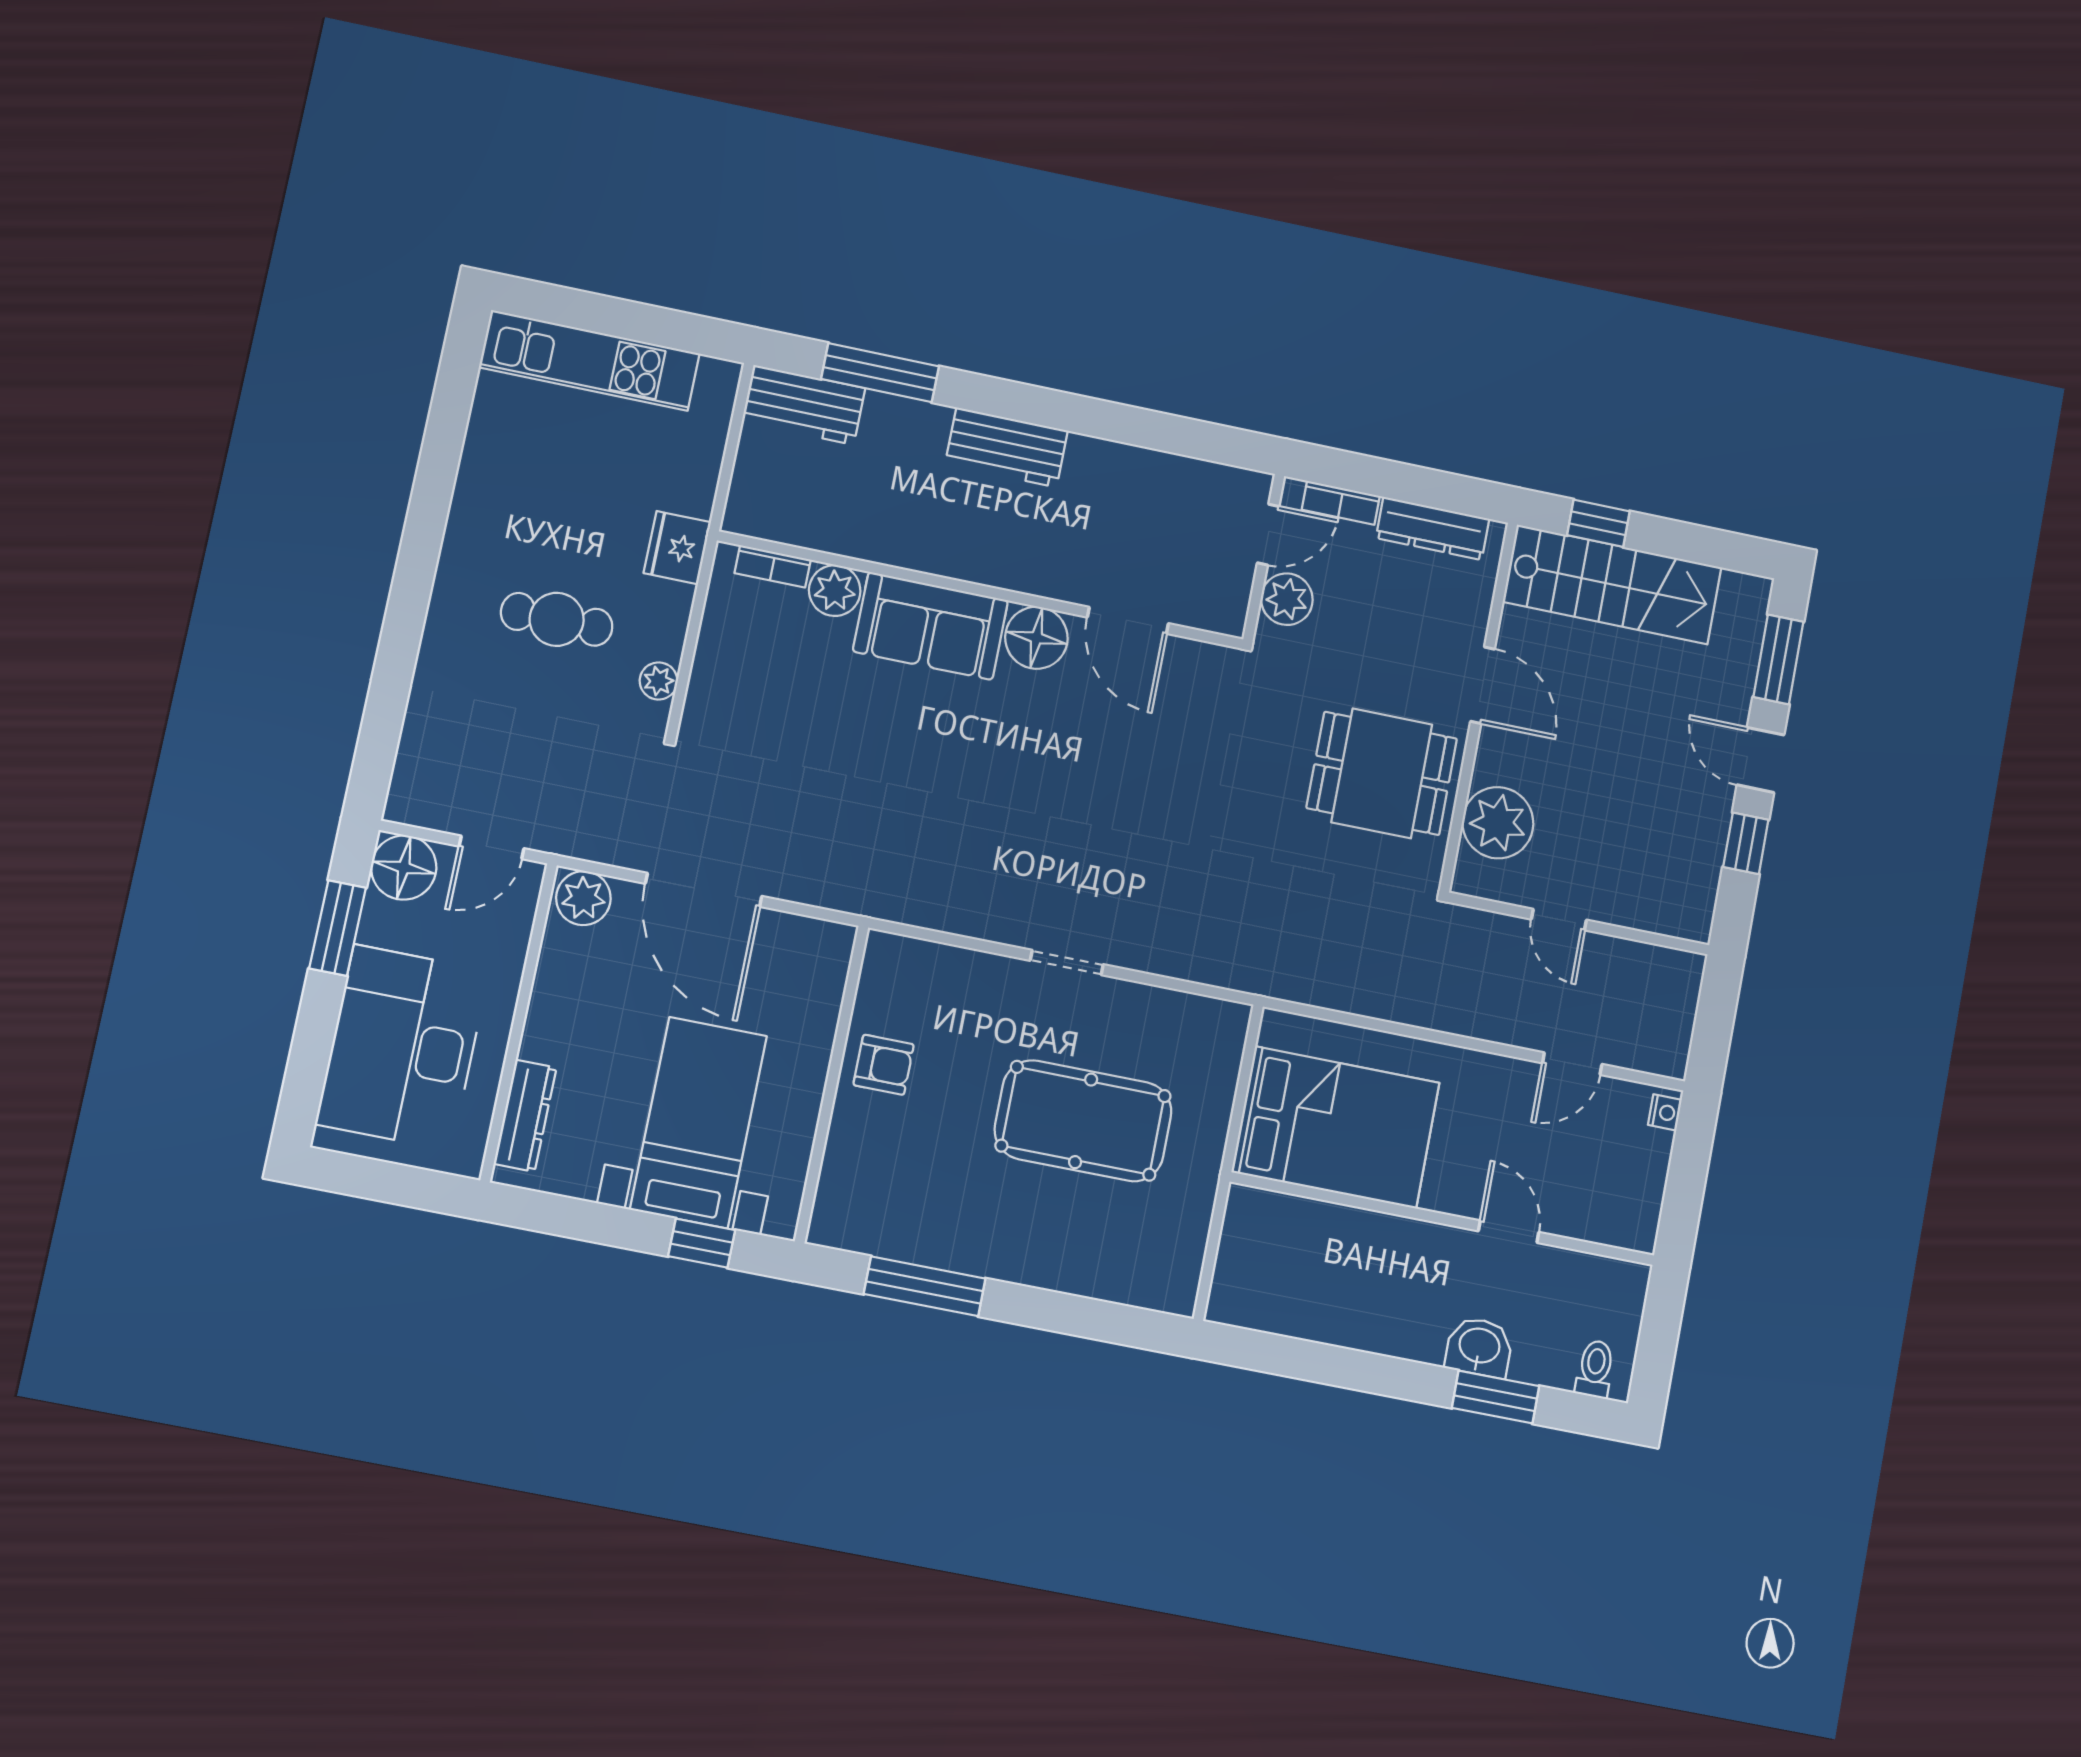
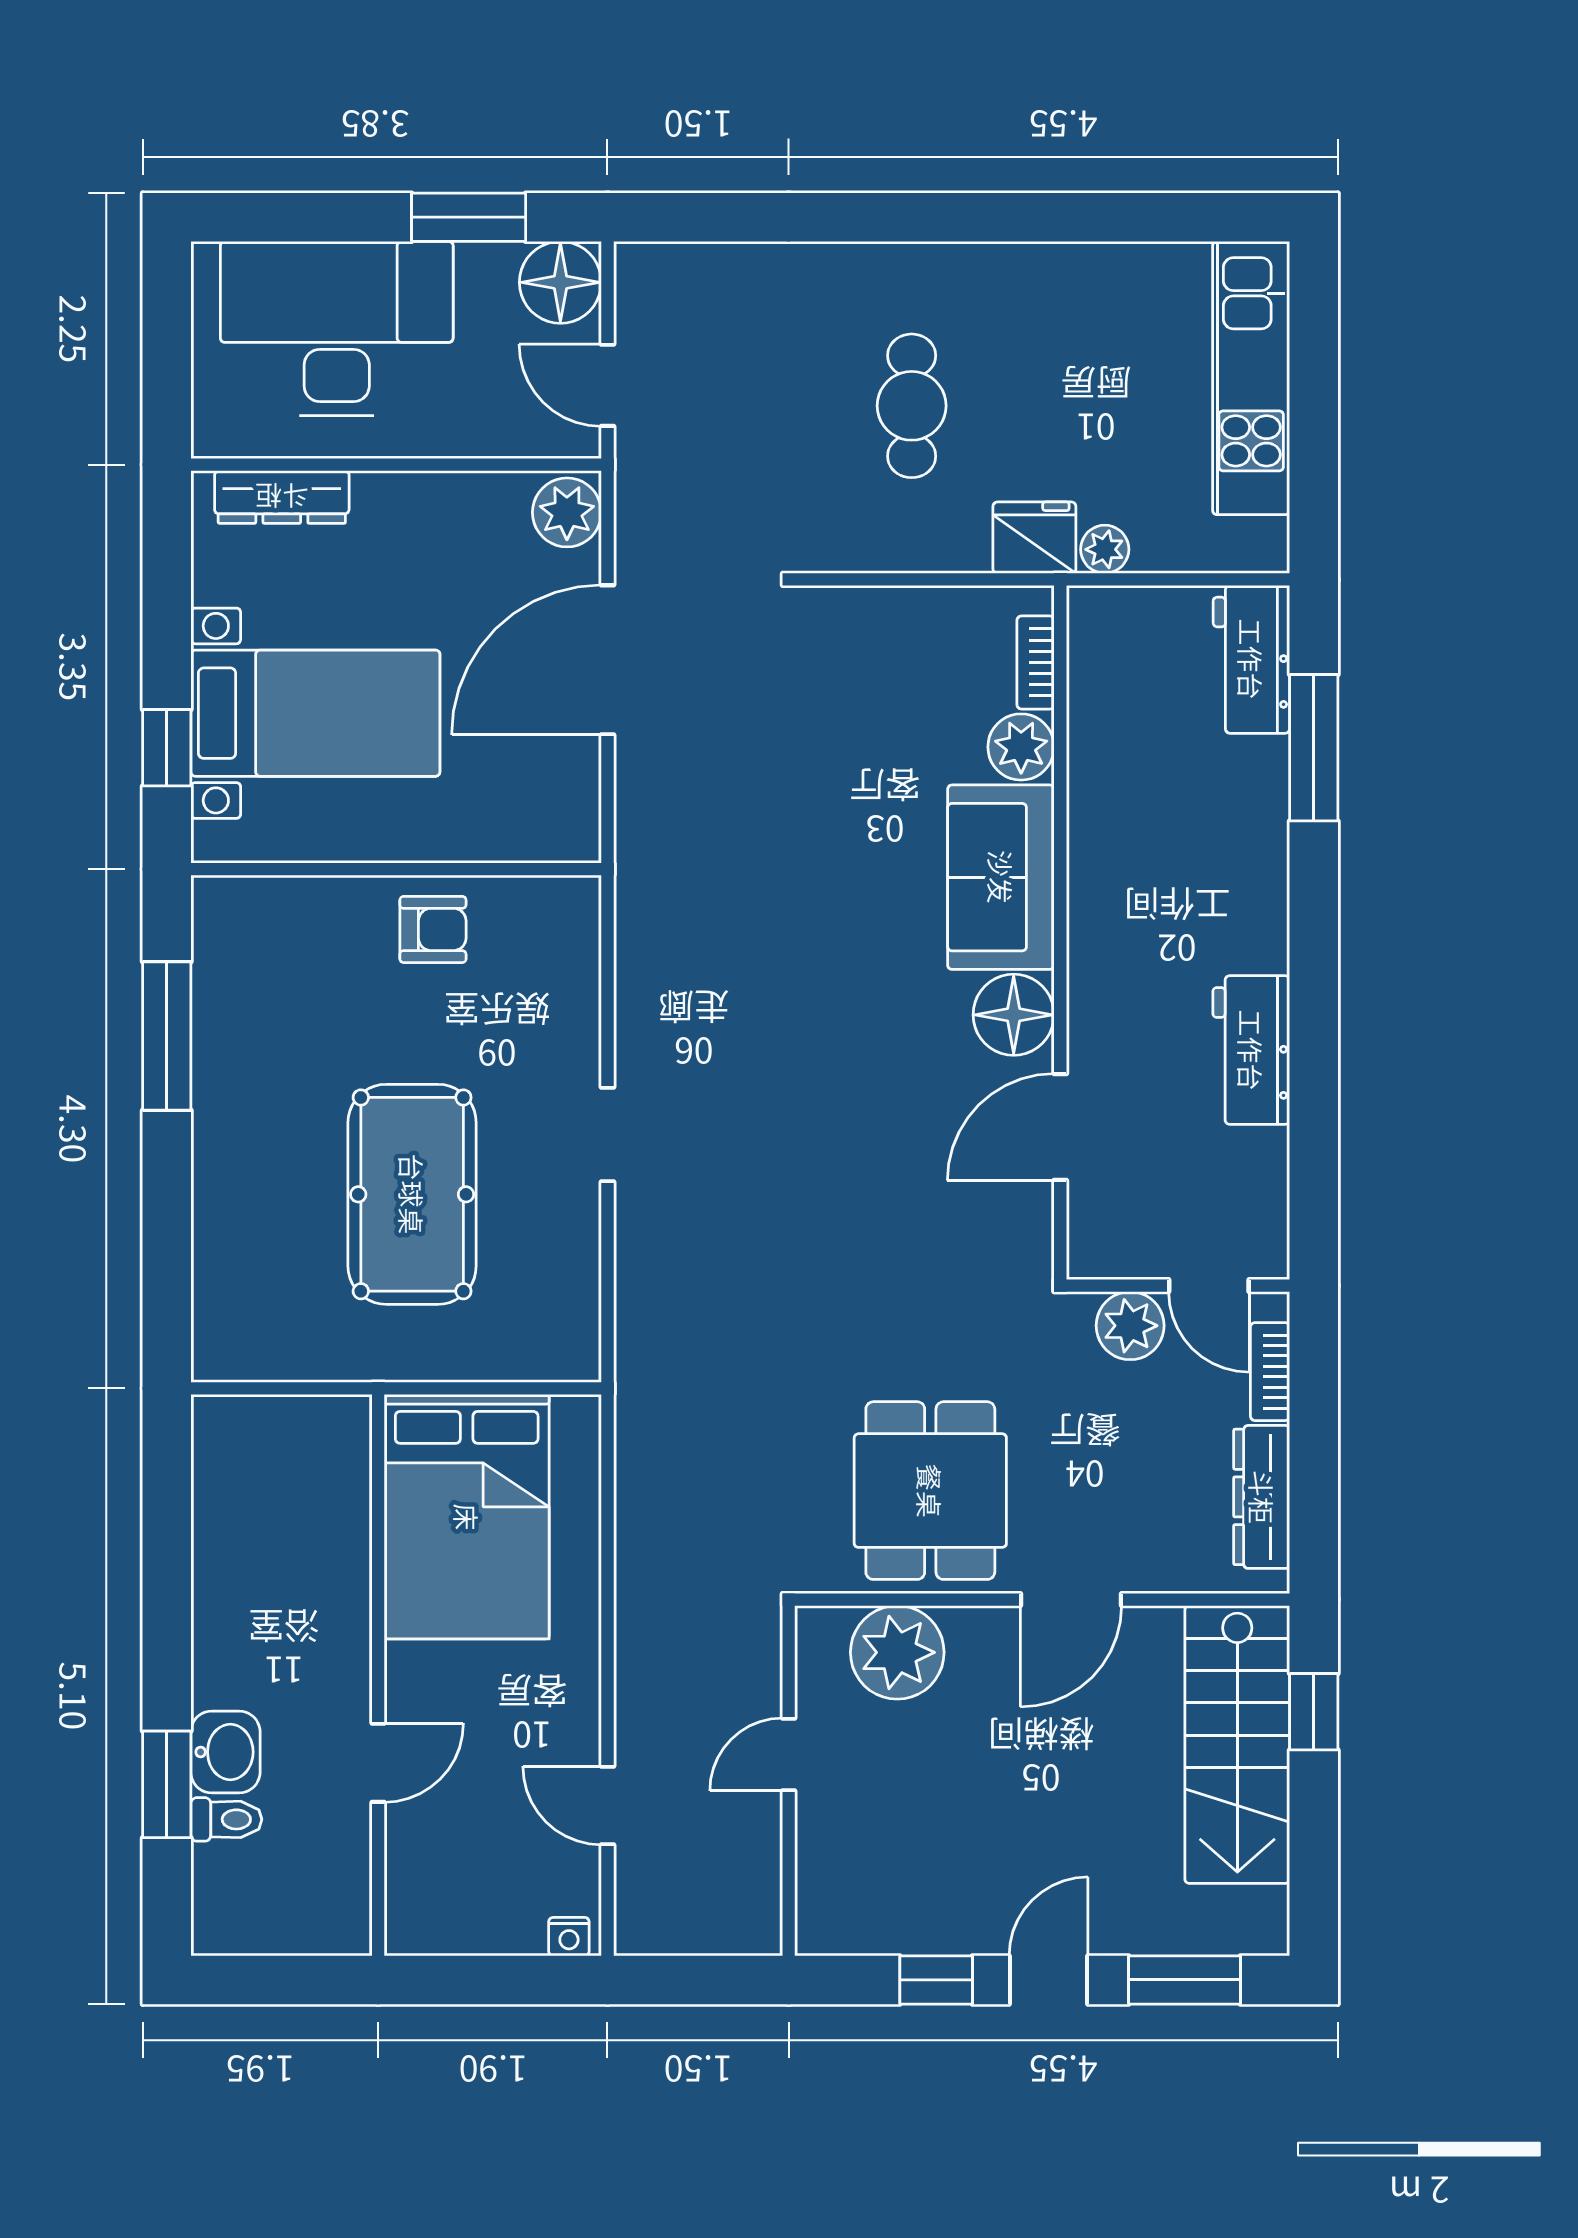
workbench: (1006, 447) -> (1251, 1050), moved
plant: (659, 681) -> (1105, 549), moved
armchair: (884, 1065) -> (433, 929), turned -90
toilet: (1595, 1369) -> (226, 1819), moved

